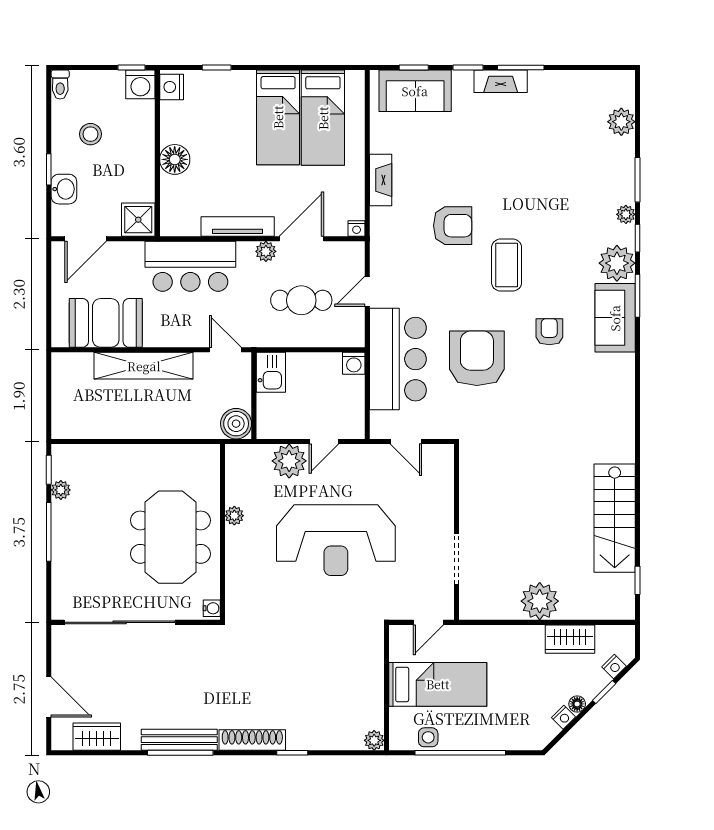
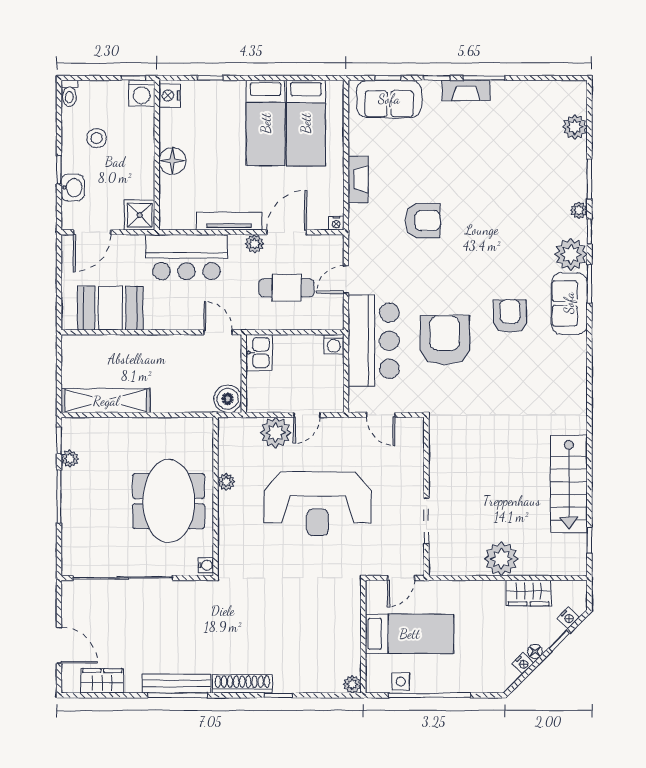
coffee table: (507, 265) -> (471, 256), removed
armchair: (549, 332) -> (510, 316), width x1.38, depth x1.38
shelving: (144, 366) -> (106, 401), moved

